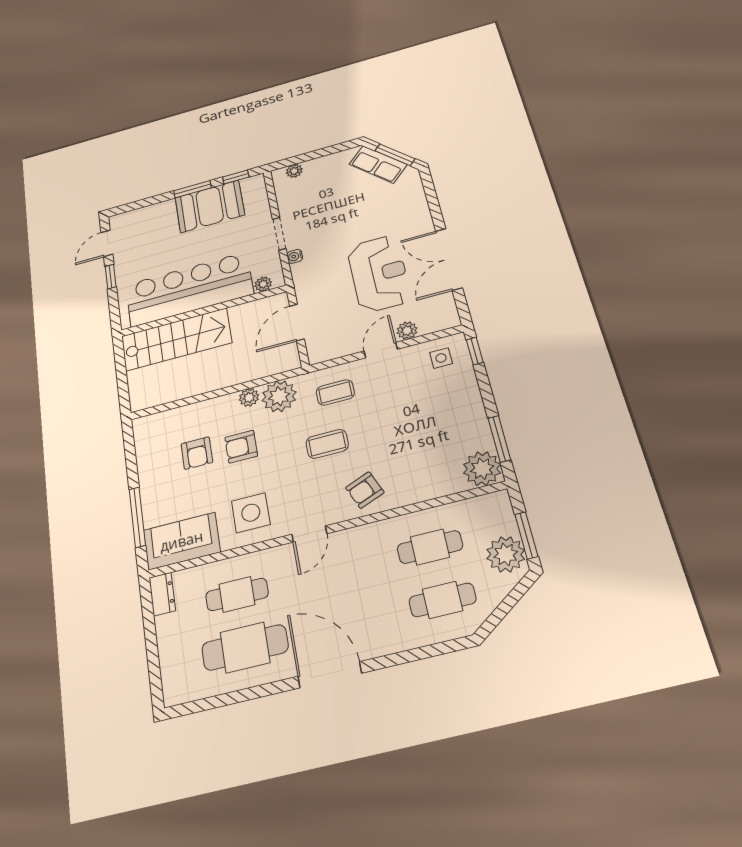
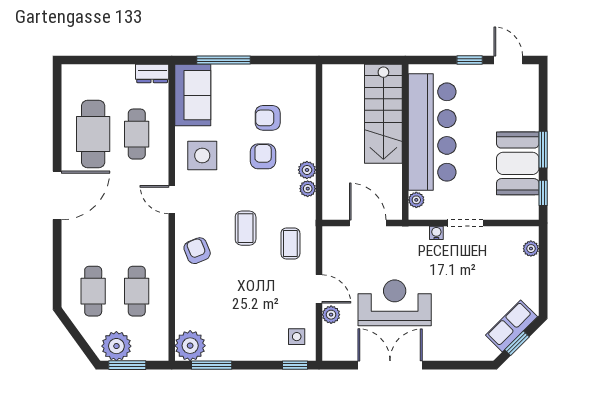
window: (395, 155) -> (517, 343), width x0.67
reception desk: (379, 274) -> (395, 303), turned 180
plant: (279, 396) -> (308, 189), width x0.53, depth x0.53

